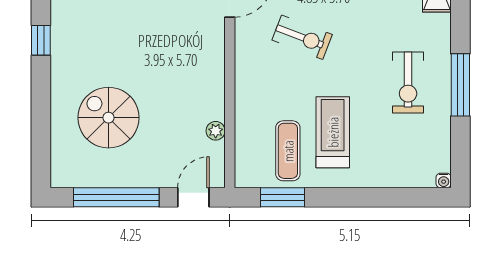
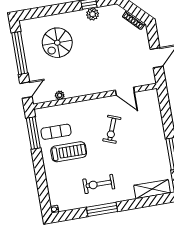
plant: (63, 36) -> (93, 14), added
spiral stairs: (108, 118) -> (57, 43), turned 180
door: (193, 197) -> (26, 90), hinge flipped
window: (283, 197) -> (33, 133), width x1.44

